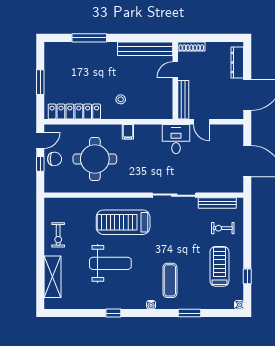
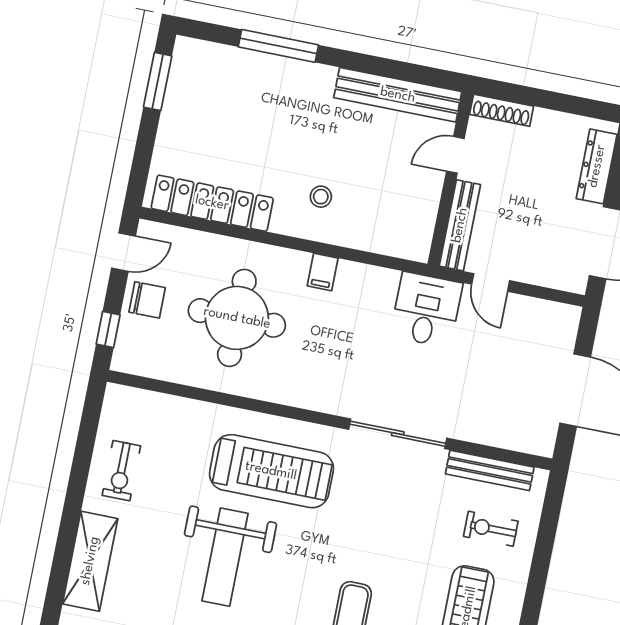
window: (40, 82) -> (158, 81), moved
window: (40, 164) -> (108, 330), moved
treadmill: (123, 222) -> (271, 471), turned 180
weight bench: (110, 263) -> (225, 557), turned 90

